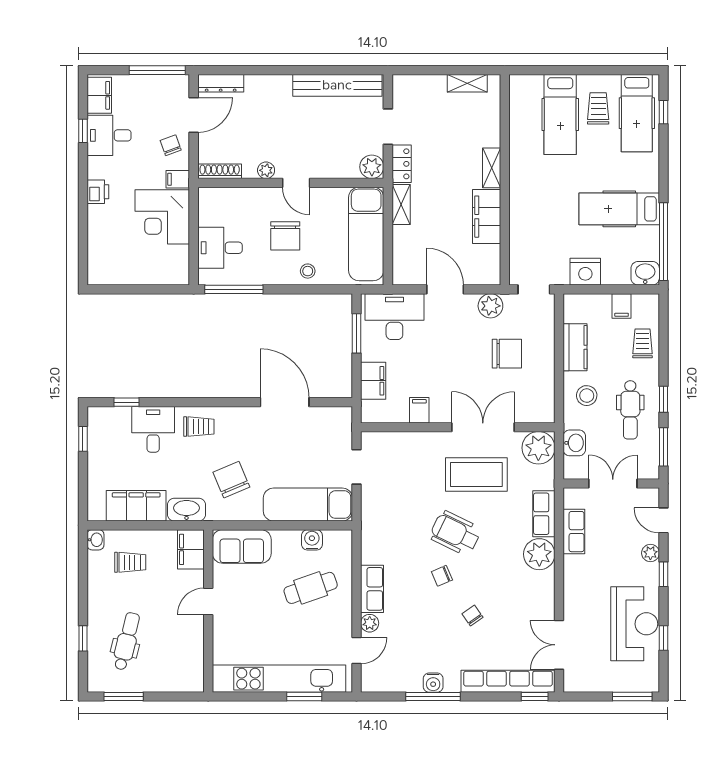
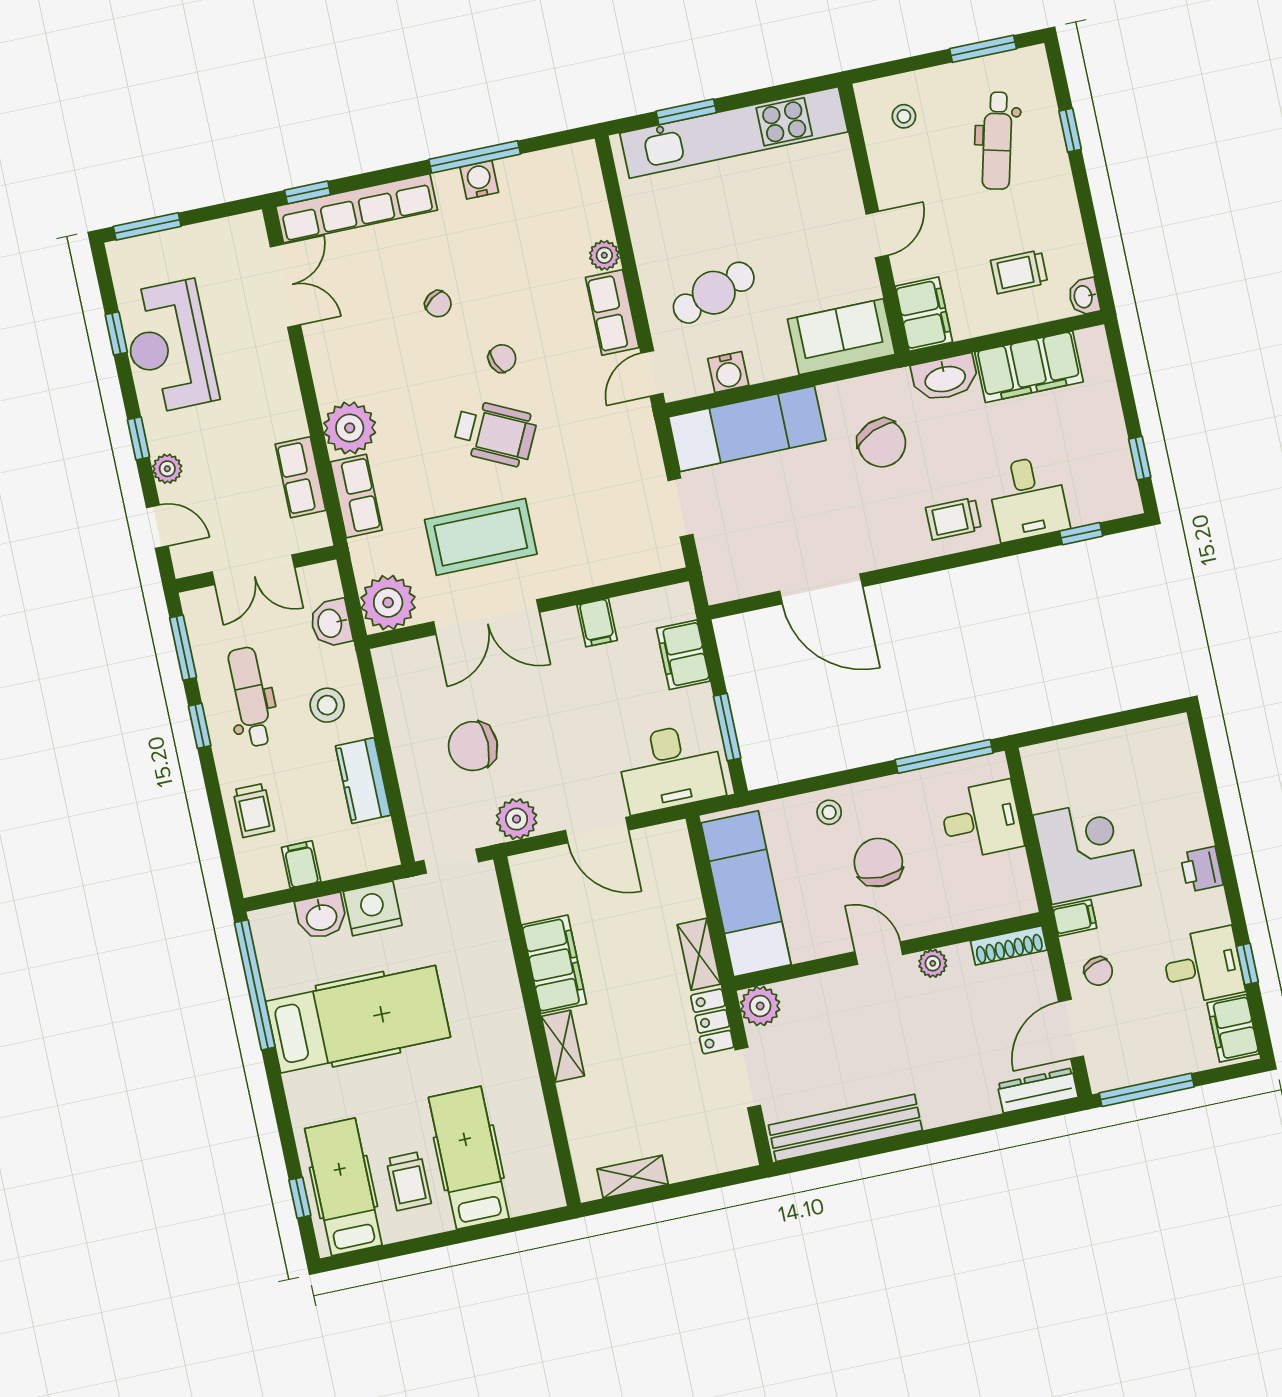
hospital bed: (619, 209) -> (358, 1019), width x1.37, depth x1.29
washbasin: (645, 273) -> (321, 916), moved
door: (357, 651) -> (652, 373), moved
stool: (178, 667) -> (904, 116), added

